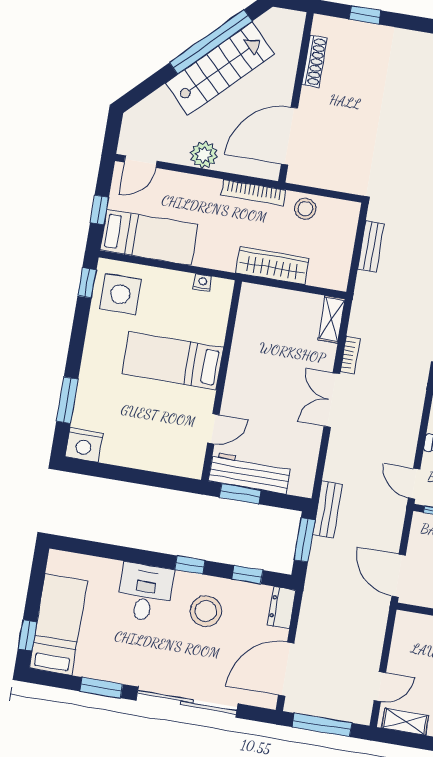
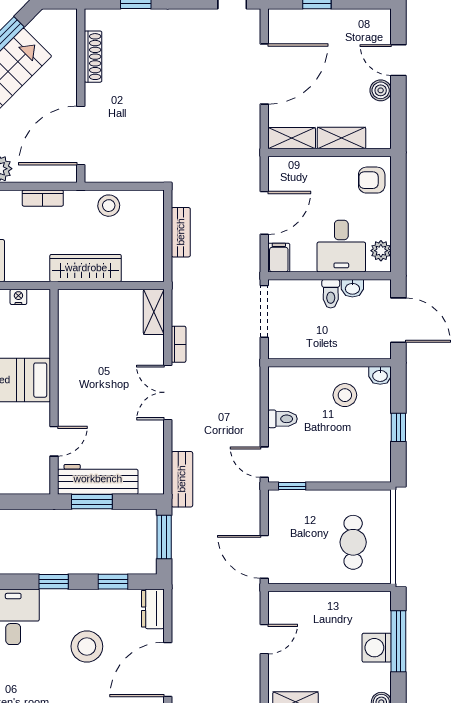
bookcase: (254, 193) -> (43, 198), width x0.64
bench: (327, 509) -> (182, 479), moved
stool: (206, 611) -> (87, 646), moved
door: (380, 687) -> (264, 639), moved

